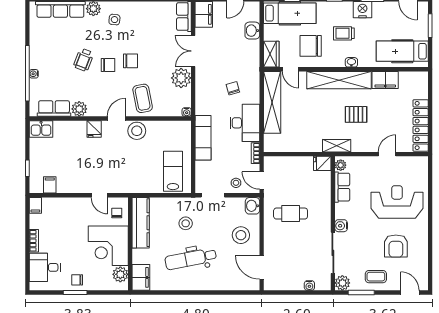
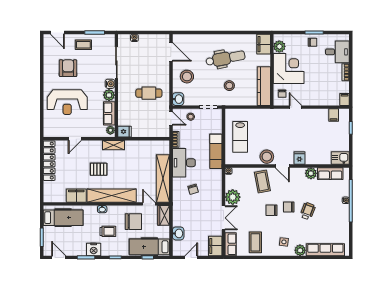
coffee table: (152, 19) -> (255, 242), added
door: (117, 119) -> (282, 166), hinge flipped
lab bench: (173, 171) -> (240, 137), moved
plant: (342, 283) -> (109, 95), moved

